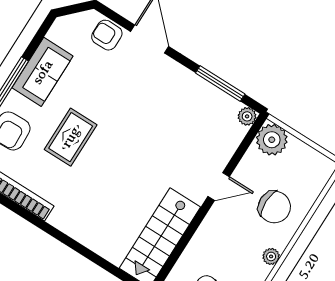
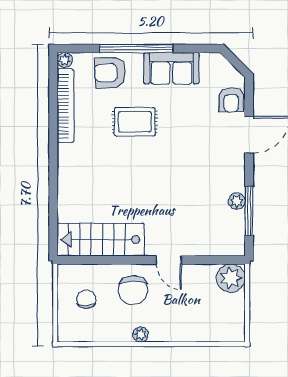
armchair: (107, 35) -> (231, 100), turned 180
plant: (247, 116) -> (237, 201), moved
chair: (274, 207) -> (133, 290), moved

